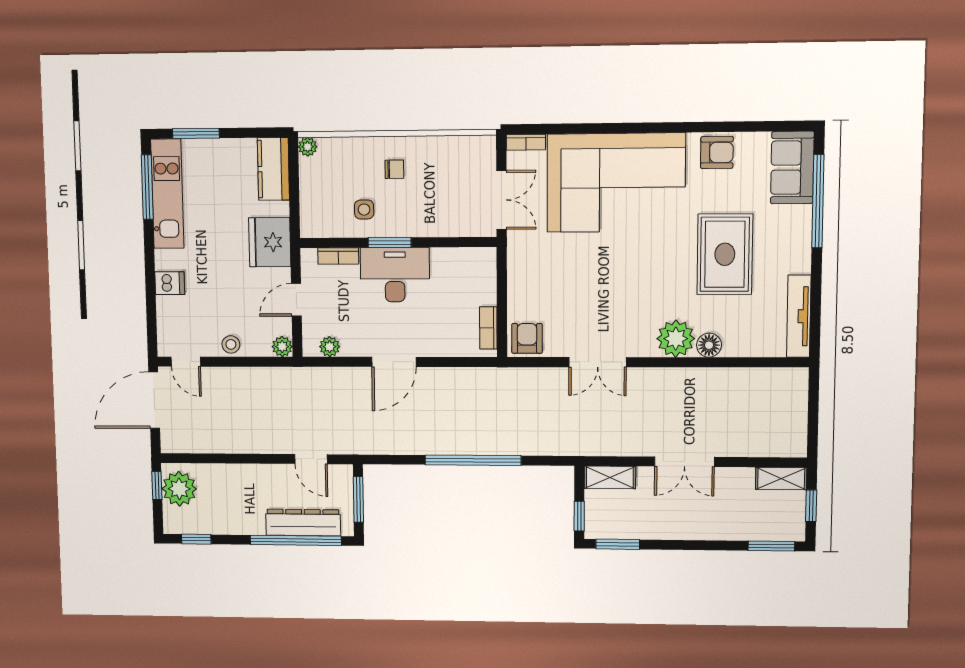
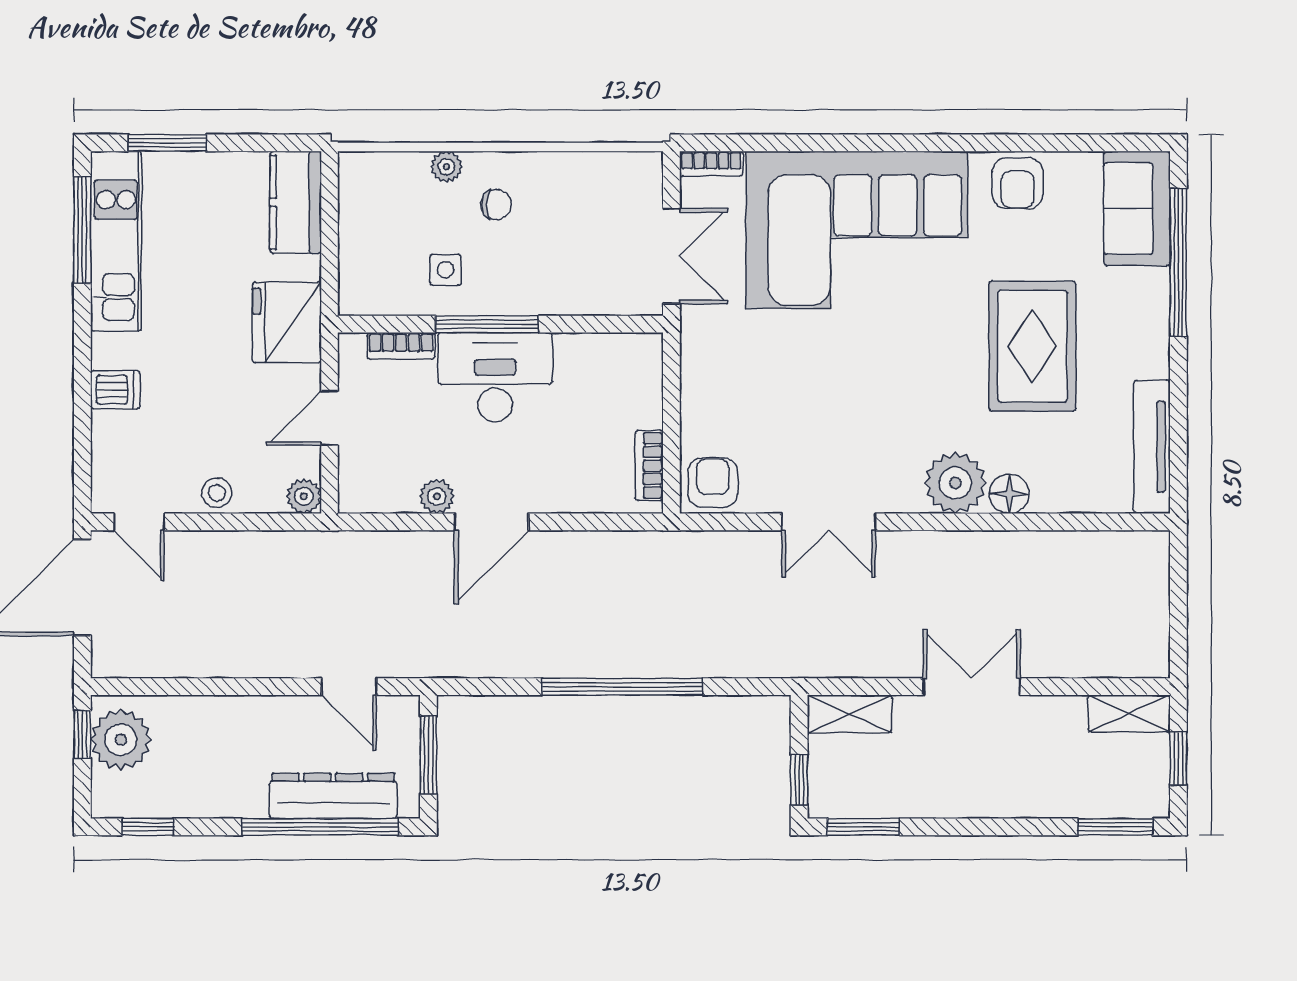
plant: (308, 147) -> (447, 167), moved
armchair: (717, 152) -> (1017, 183), turned 90
window: (390, 243) -> (487, 324), width x1.44
plant: (330, 347) -> (437, 496), moved
double door: (684, 462) -> (972, 687), swing flipped

